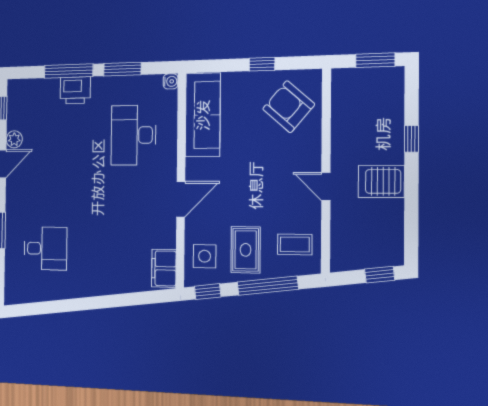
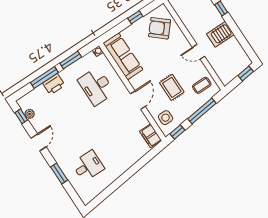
plant: (14, 139) -> (30, 114), moved
rug: (246, 250) -> (172, 87), moved

